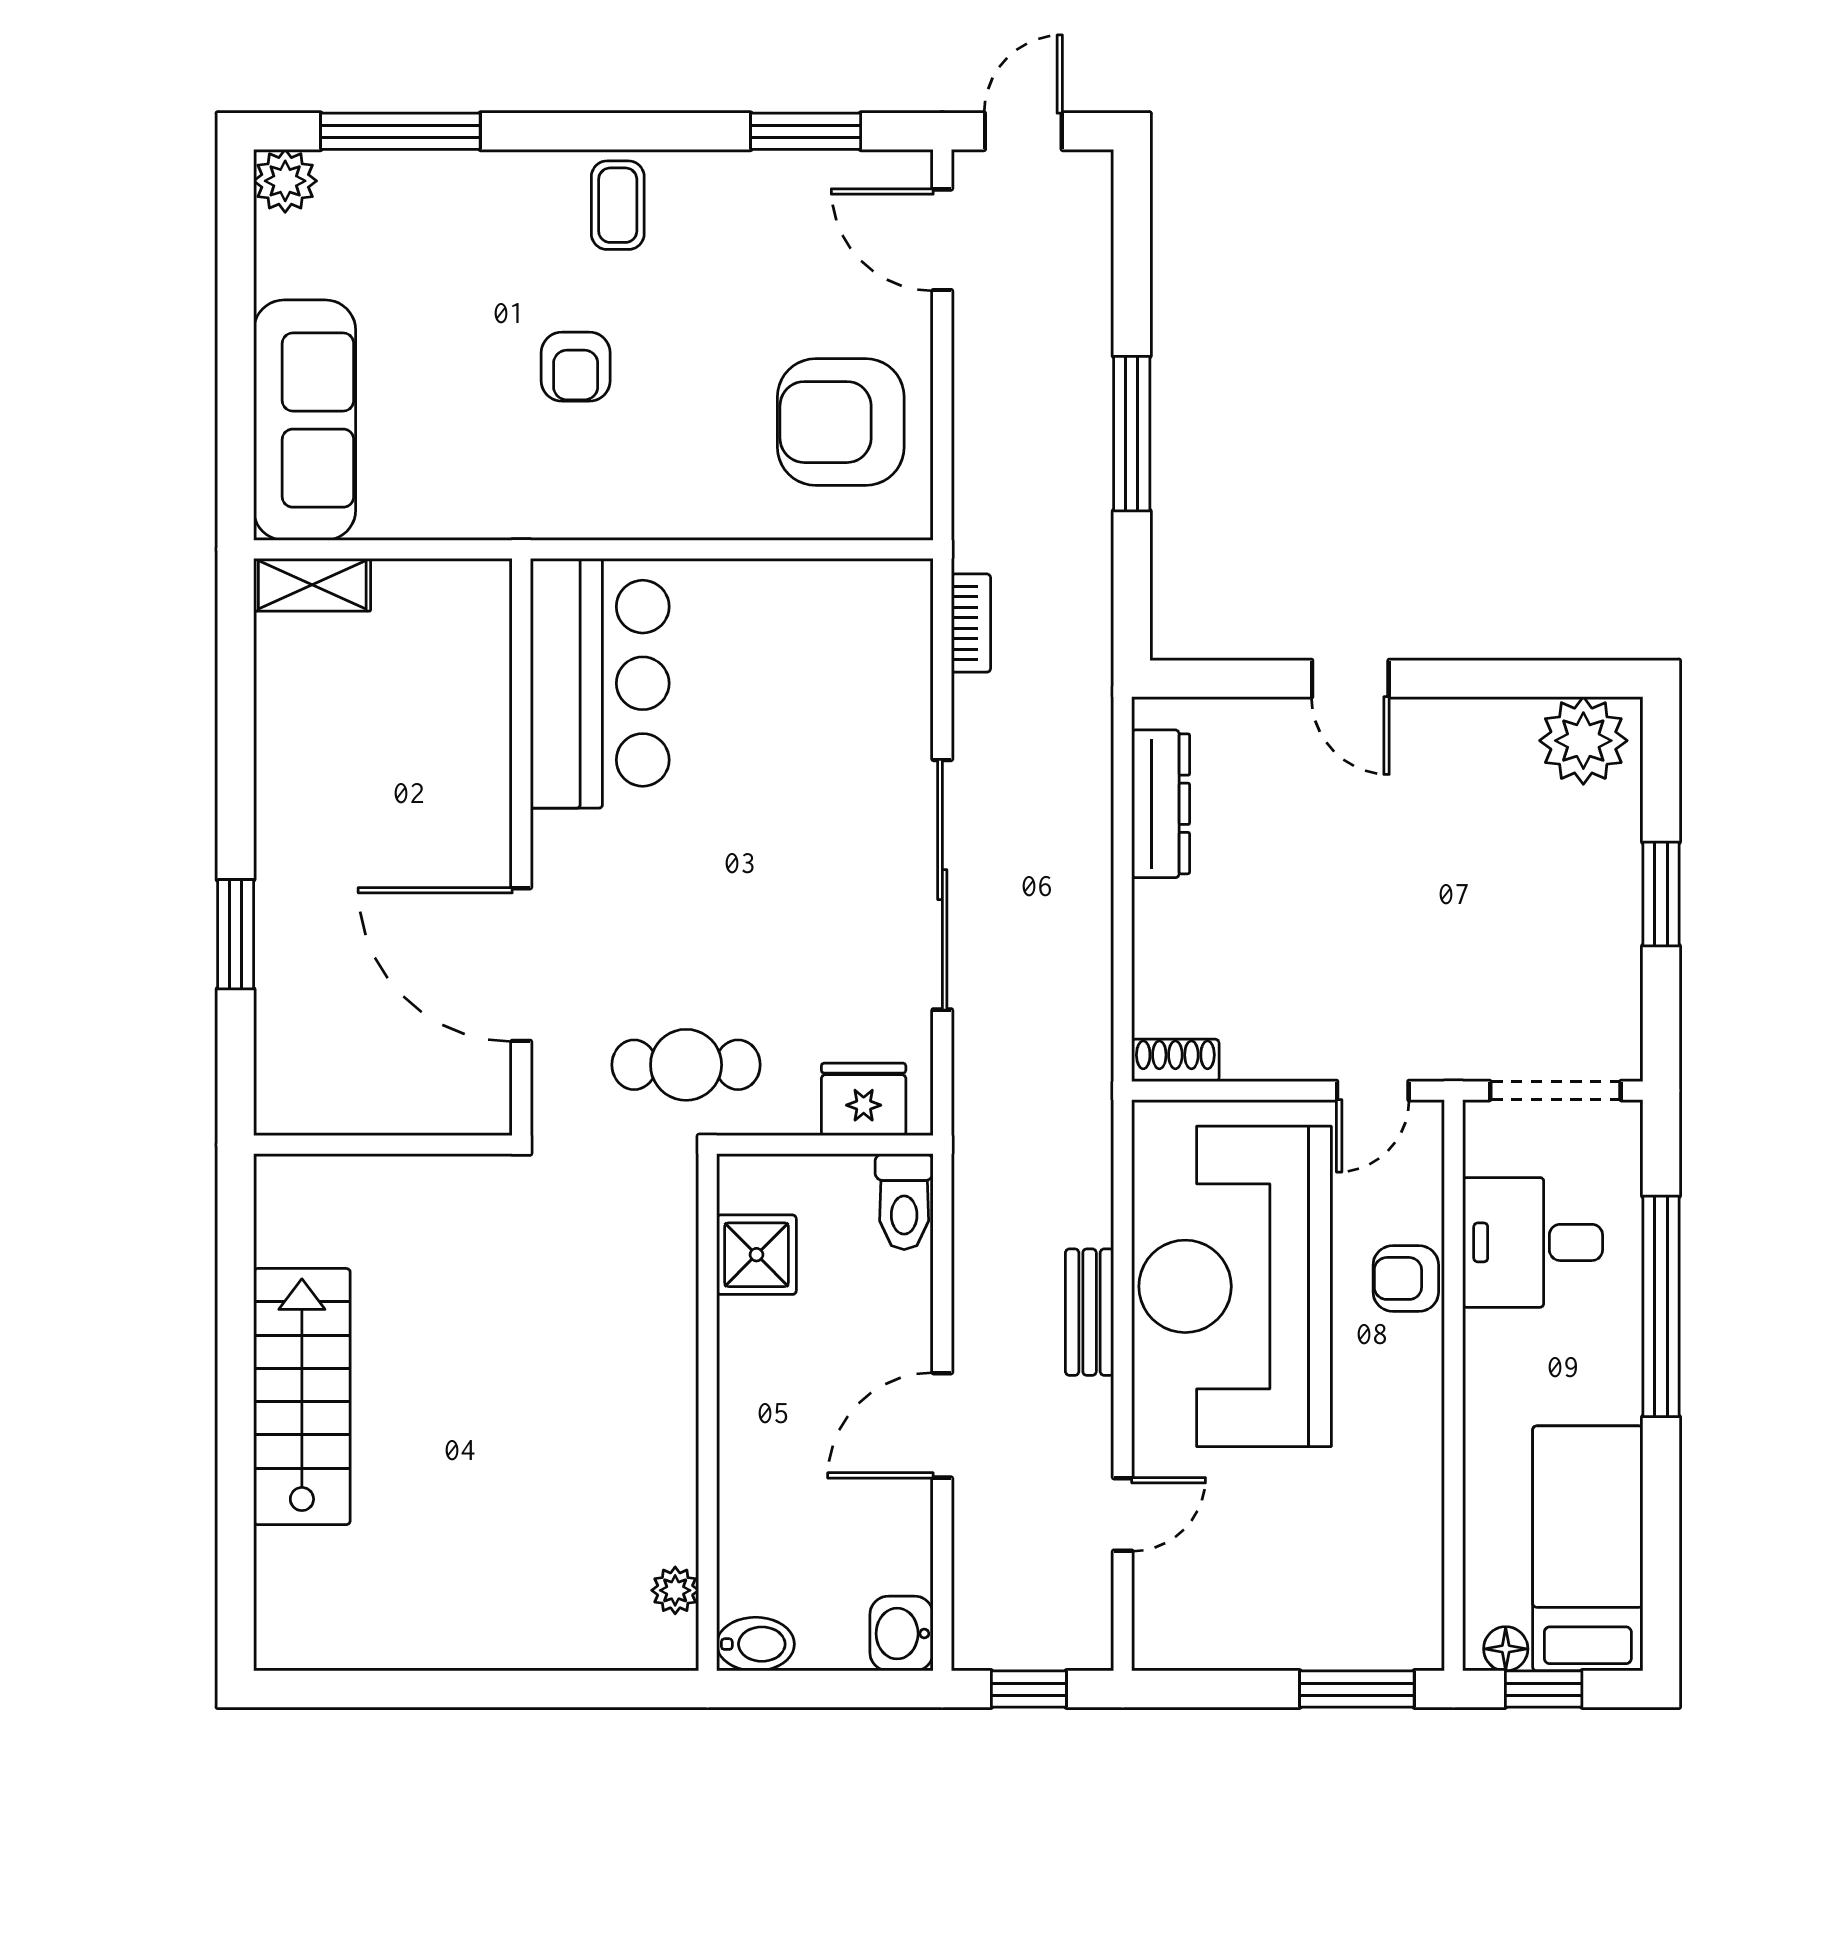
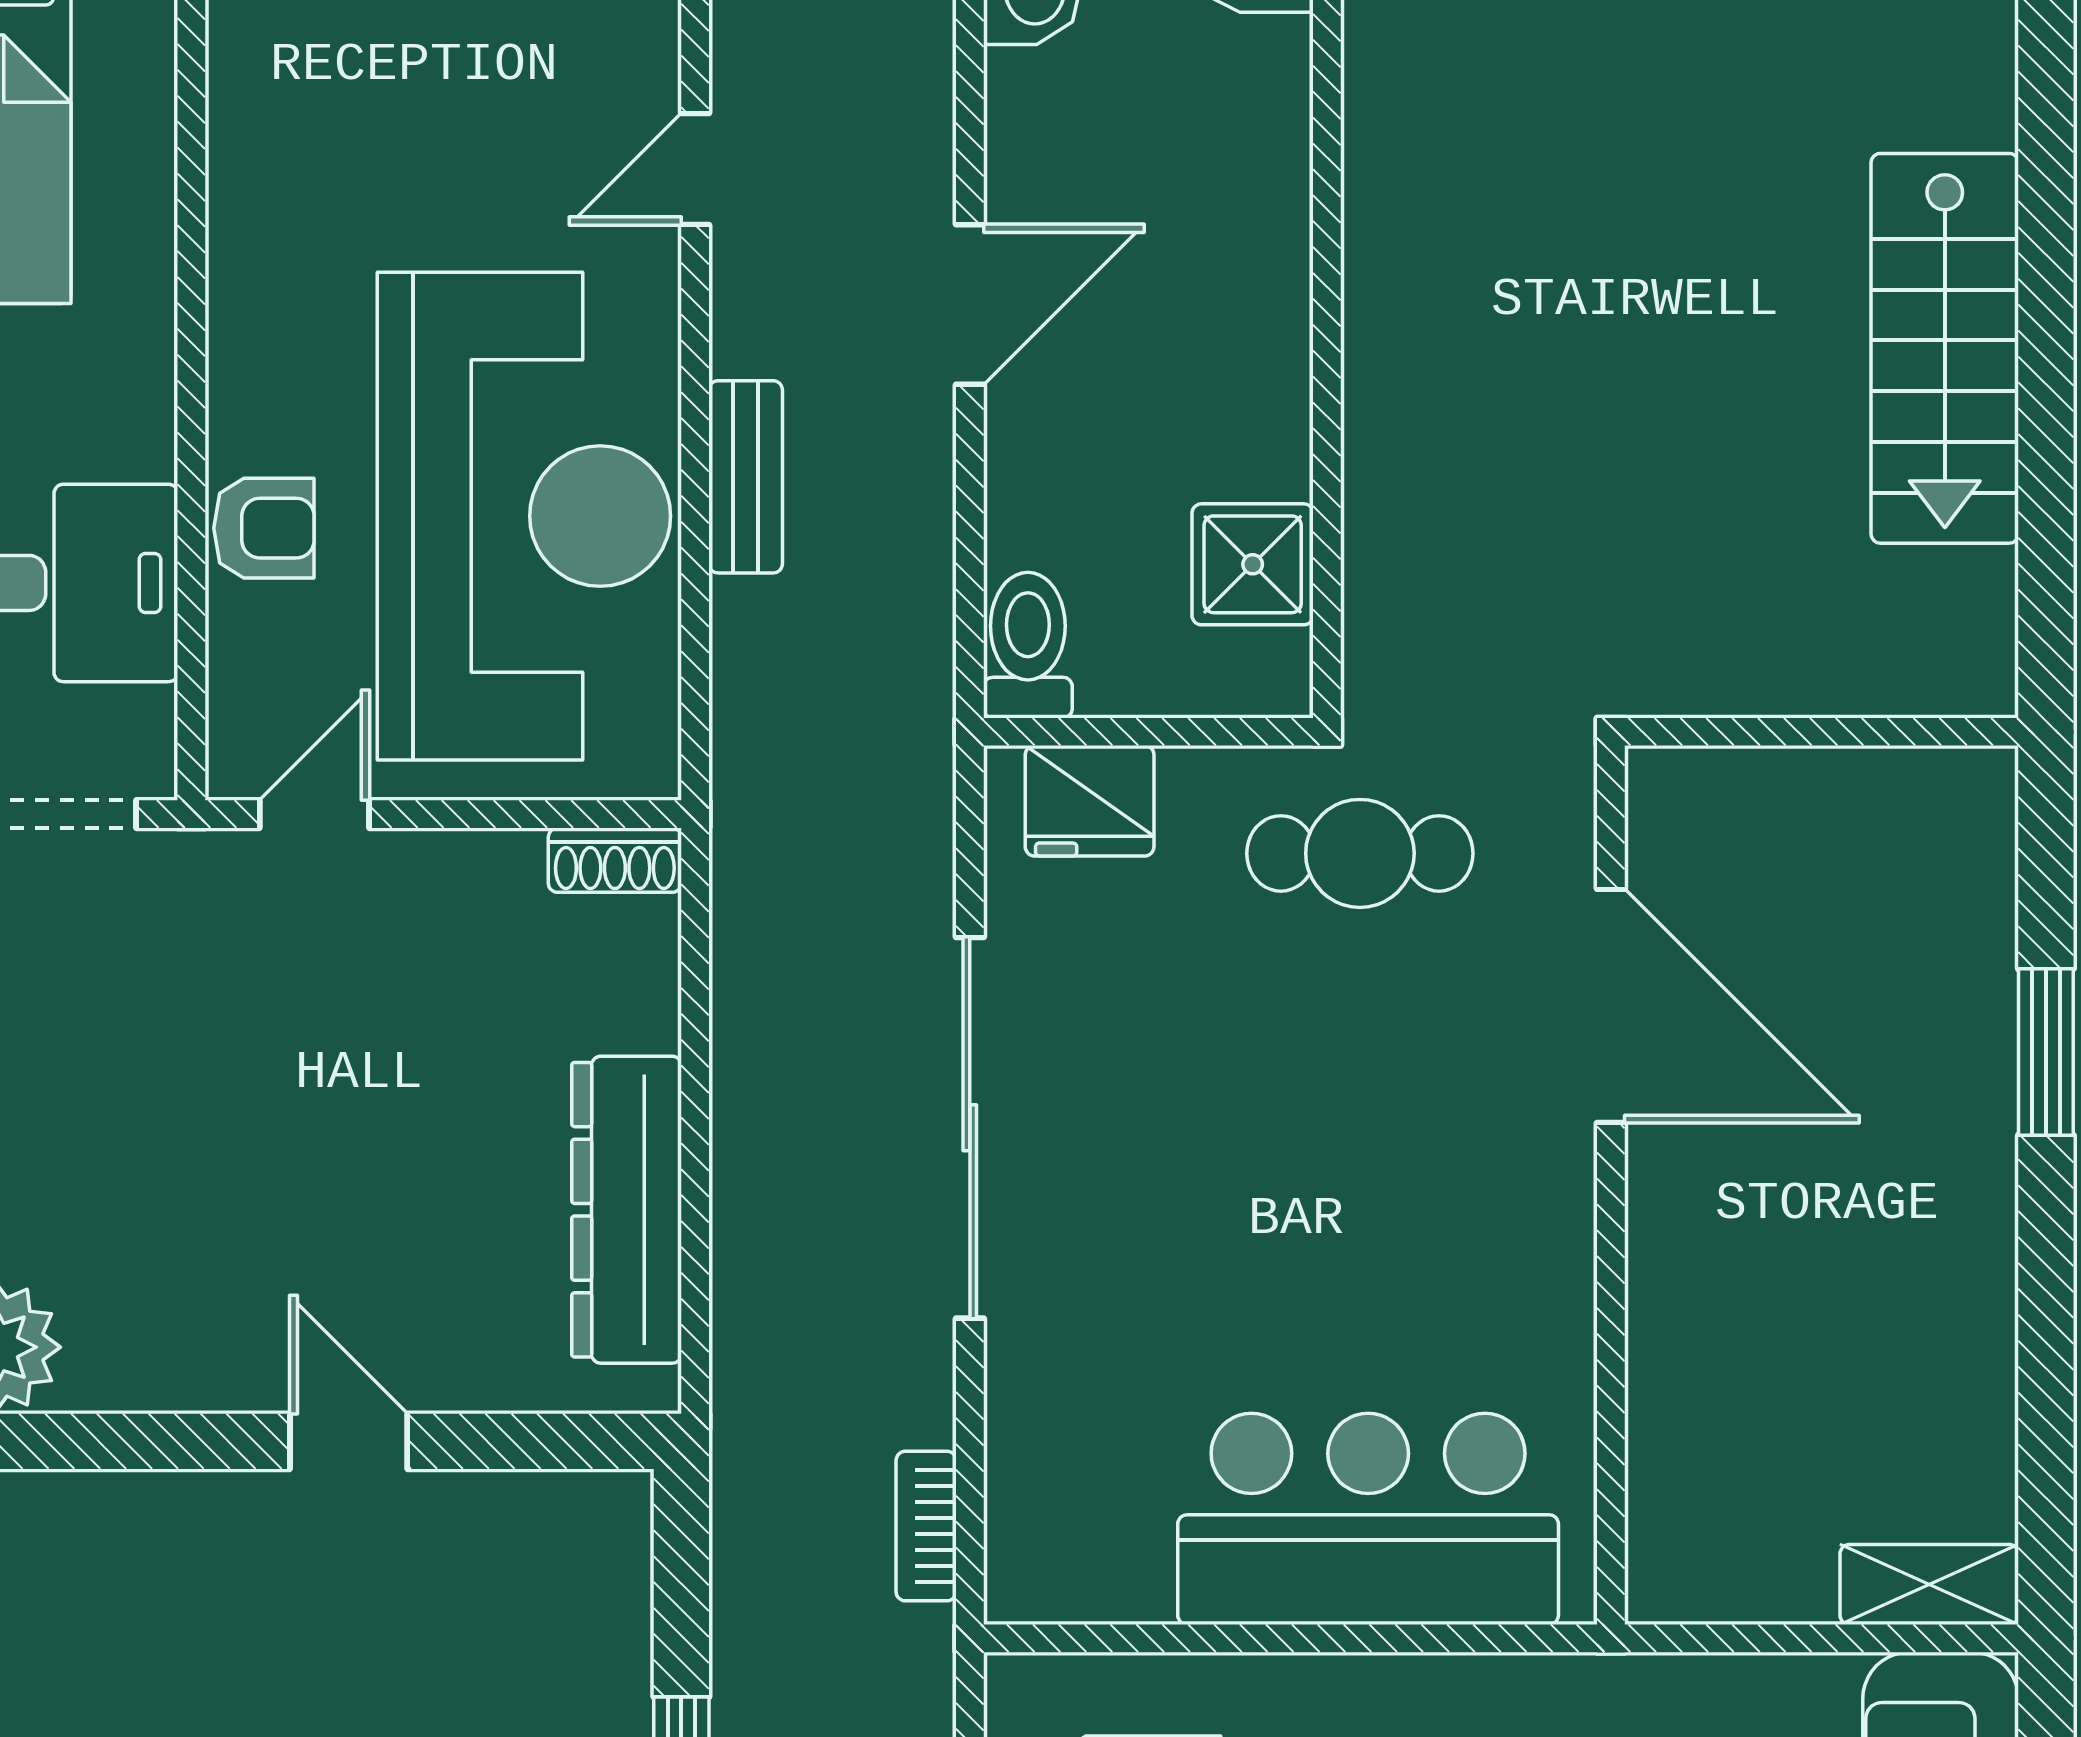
bar counter: (600, 683) -> (1368, 1519), moved, turned 90
dresser: (1161, 804) -> (627, 1210), width x1.37, depth x1.24
plant: (675, 1590) -> (1377, 53), removed

